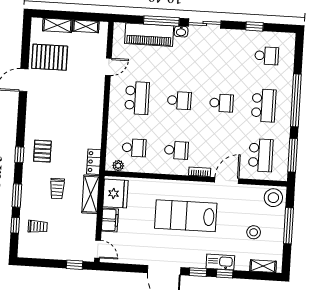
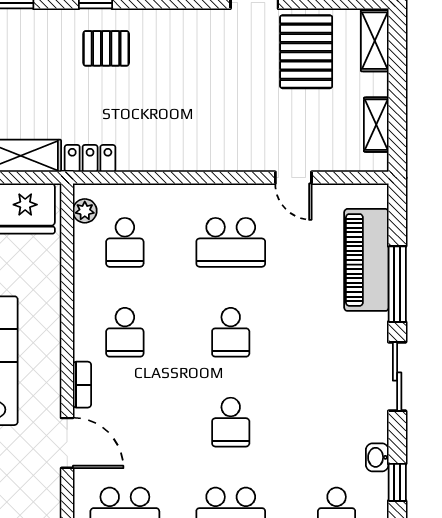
shelving: (57, 25) -> (375, 41), moved
washbasin: (181, 32) -> (377, 457), moved
trolley: (57, 189) -> (28, 84), removed

